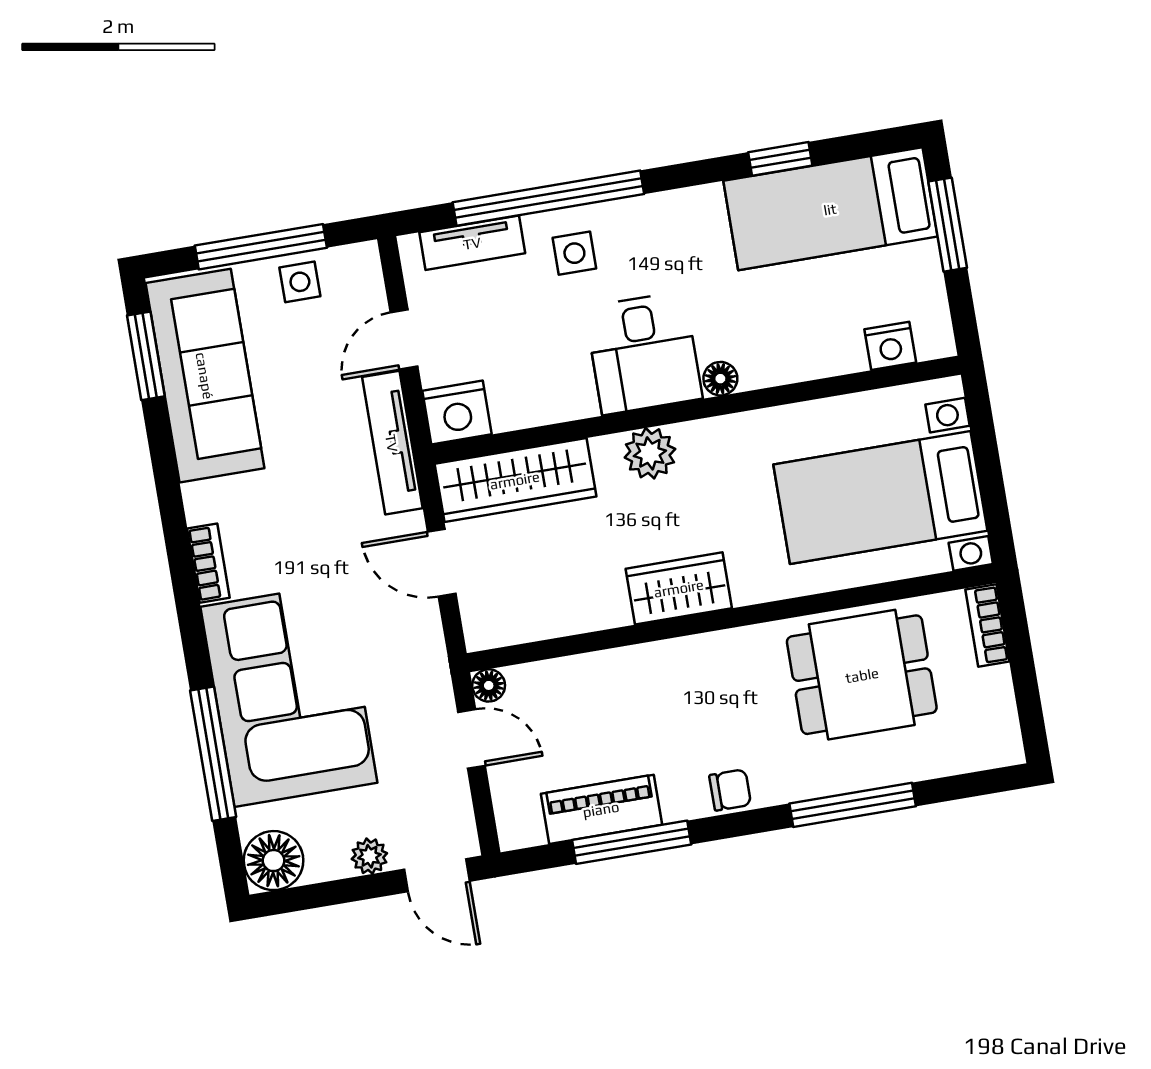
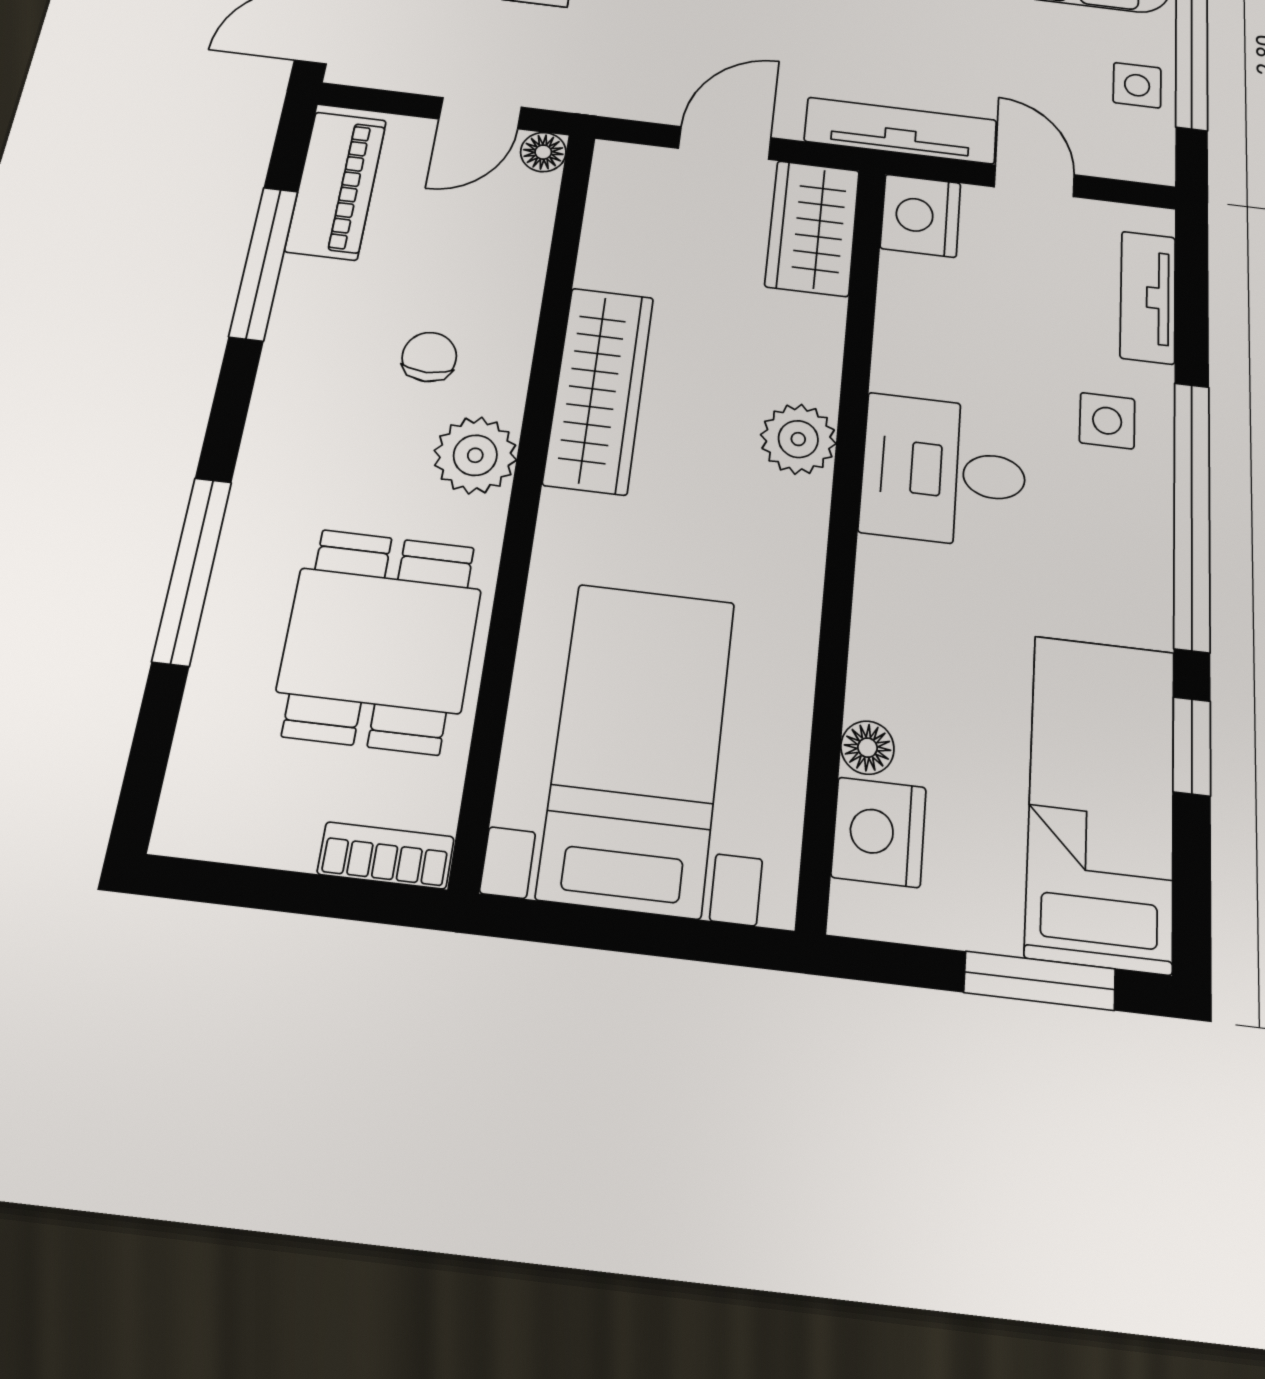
window: (548, 198) -> (1192, 514), moved
nightstand: (890, 346) -> (879, 832), width x1.36, depth x1.33
floor lamp: (720, 379) -> (867, 748), moved
wardrobe: (515, 480) -> (813, 228), width x0.67
wardrobe: (679, 588) -> (599, 390), width x1.50
plant: (724, 657) -> (475, 455), added
chair: (730, 790) -> (429, 357), moved, turned 180
piano: (601, 809) -> (336, 185), moved

